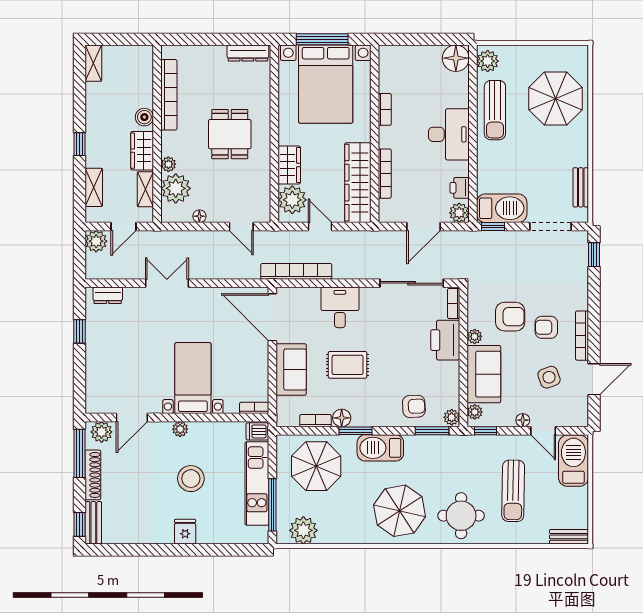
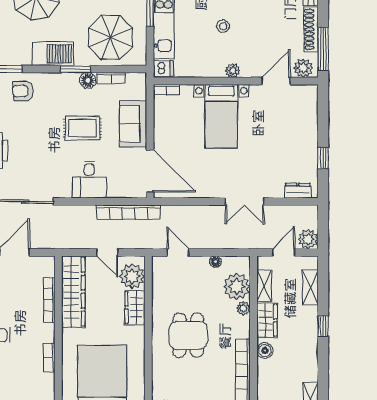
stool: (191, 479) -> (223, 26), width x0.53, depth x0.53

